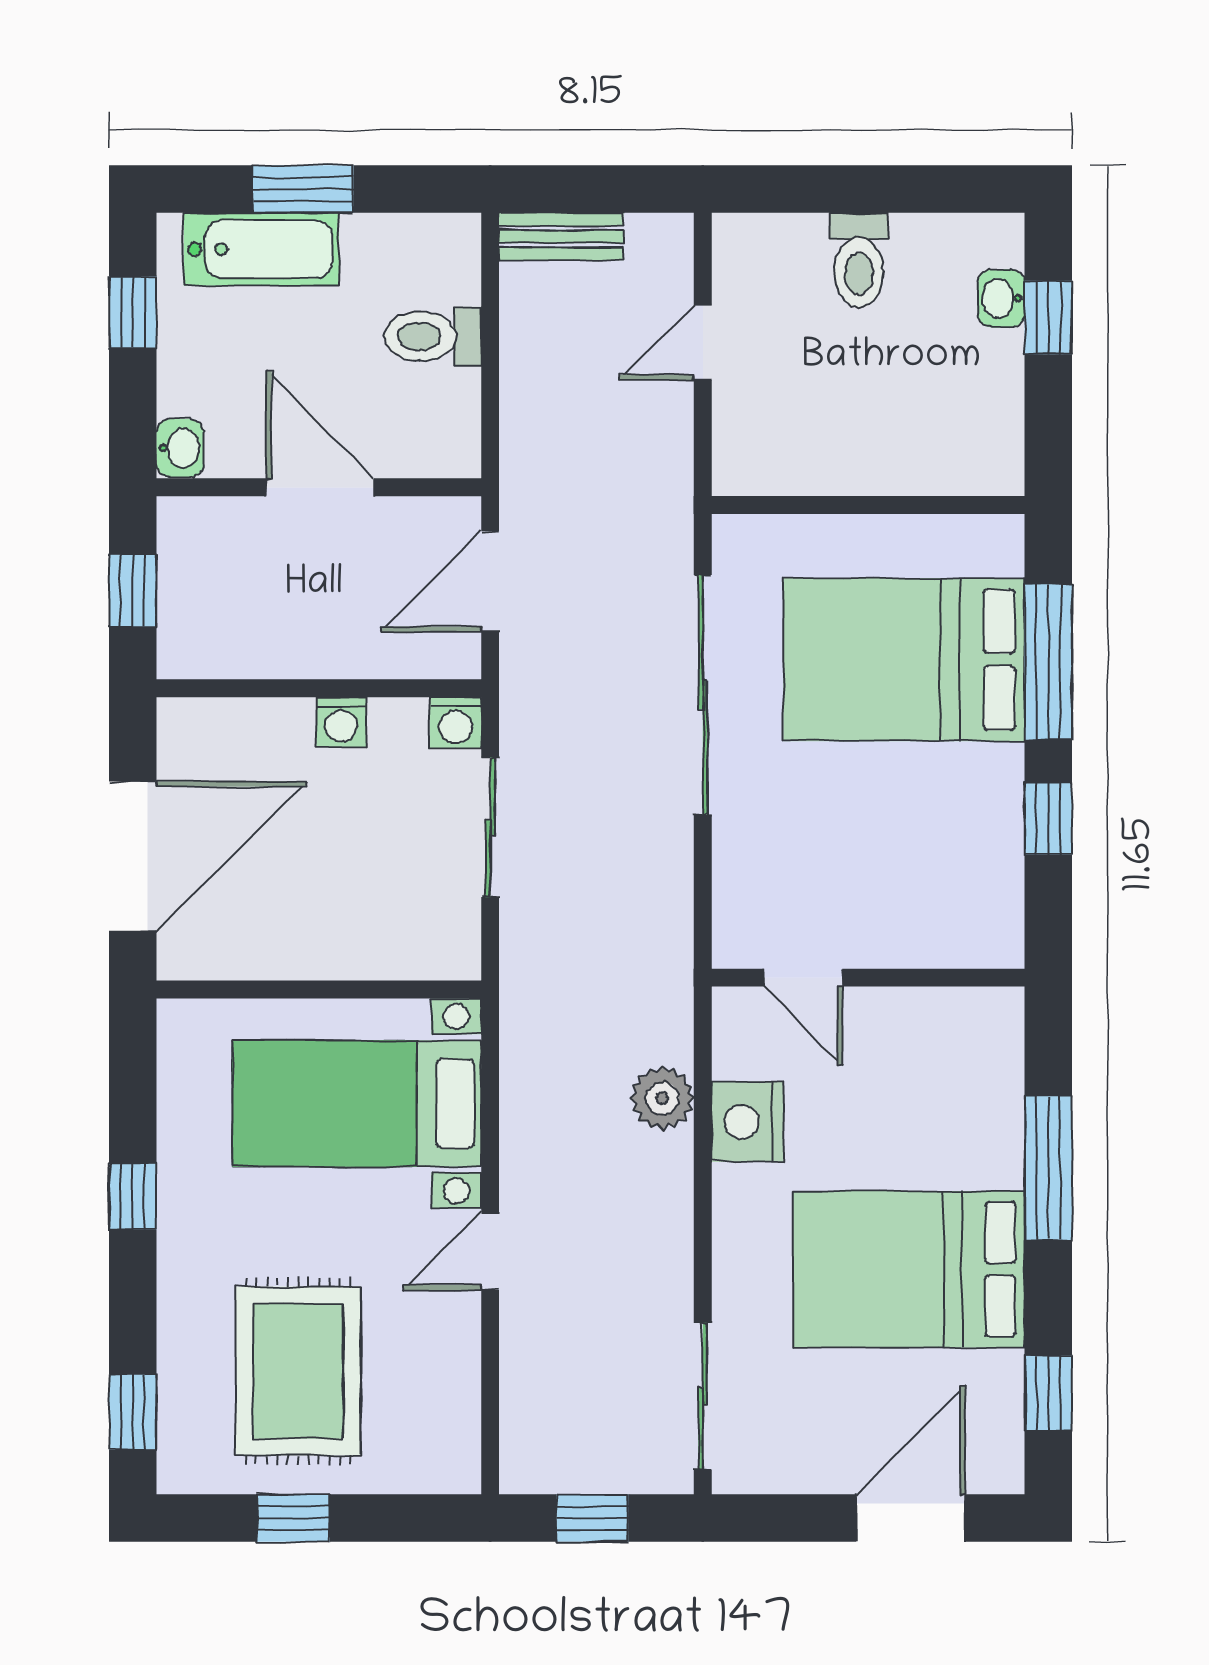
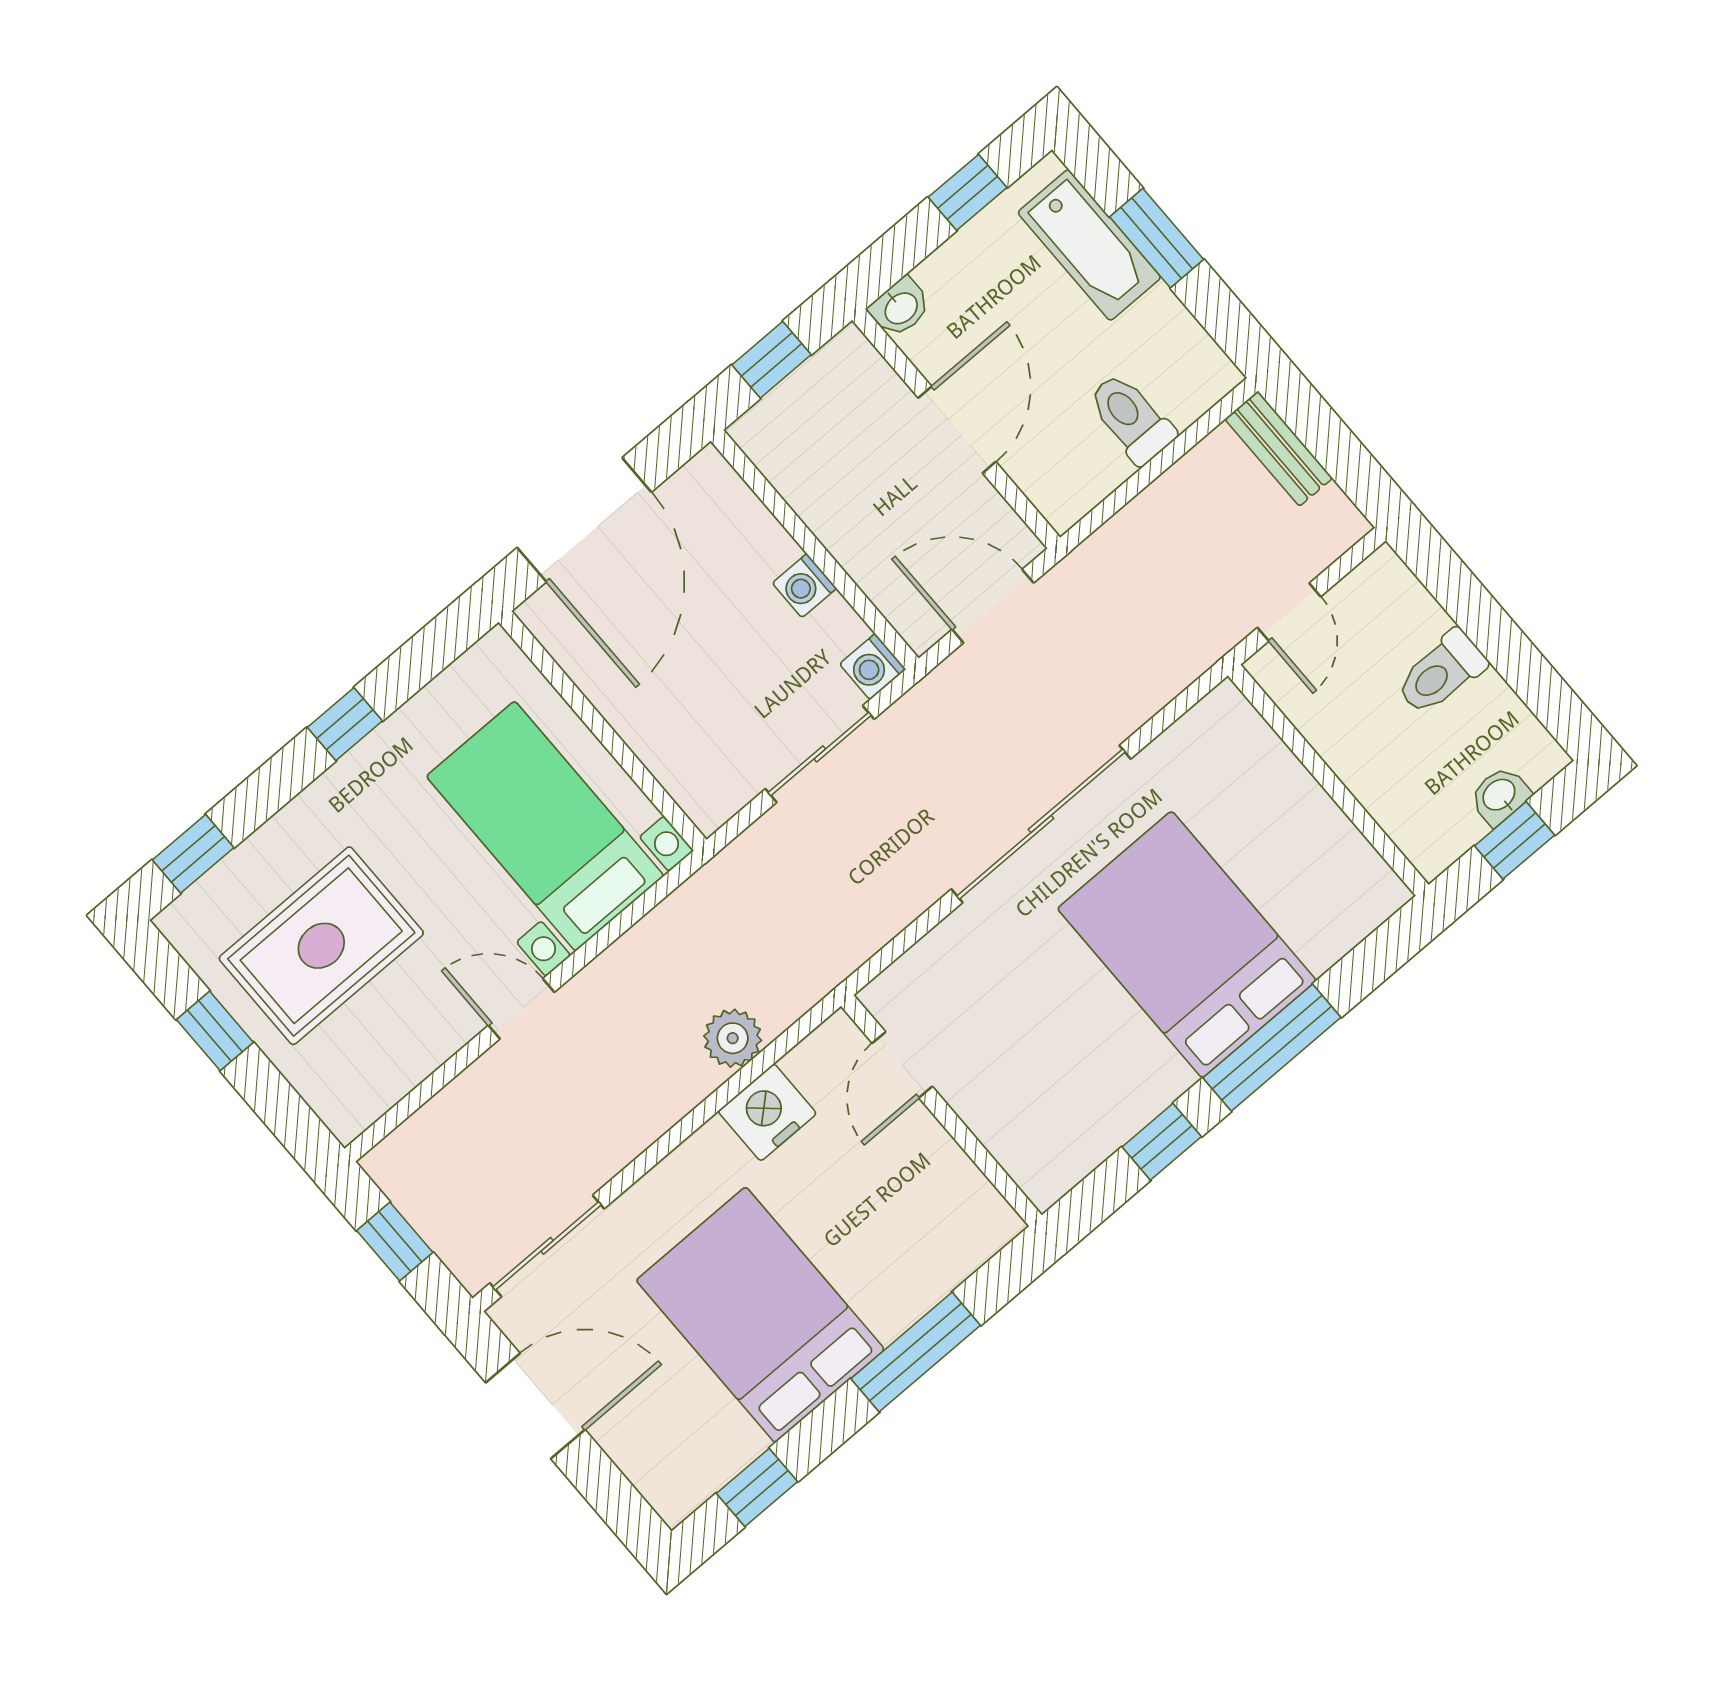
door: (703, 343) -> (1289, 612), swing flipped
wall: (868, 505) -> (1328, 780), moved
door: (133, 857) -> (584, 520), hinge flipped
door: (911, 1518) -> (535, 1406), moved

